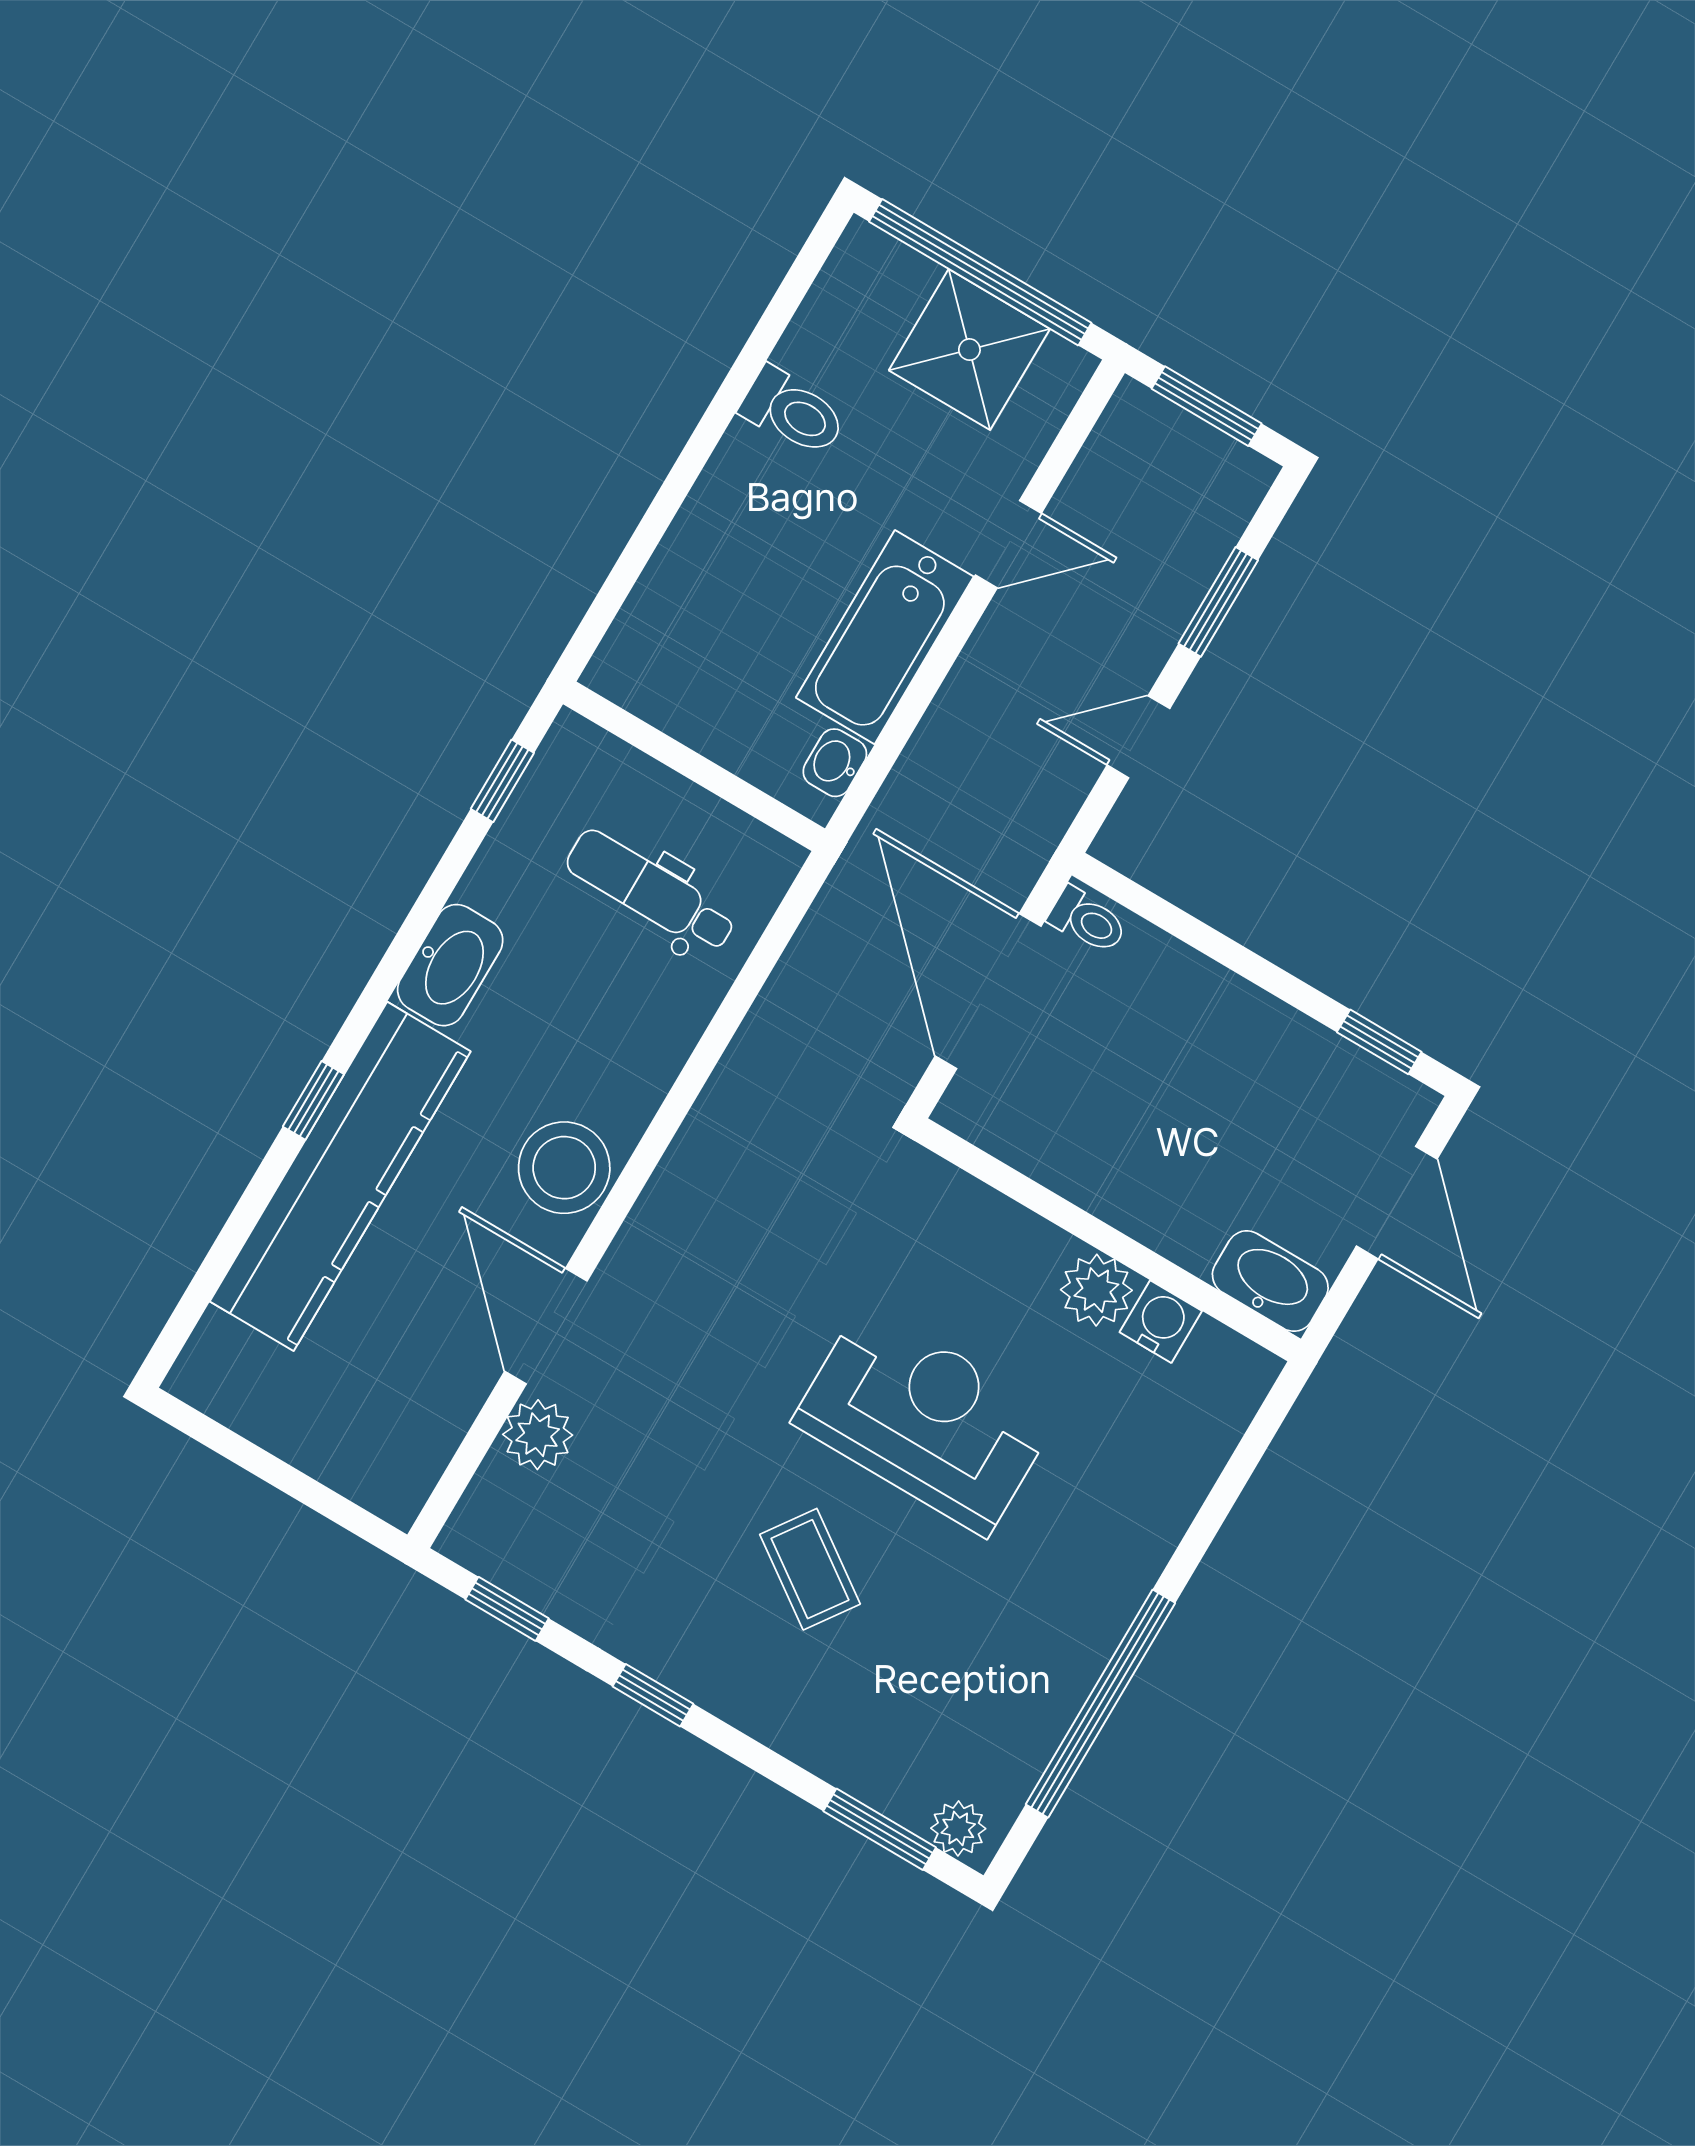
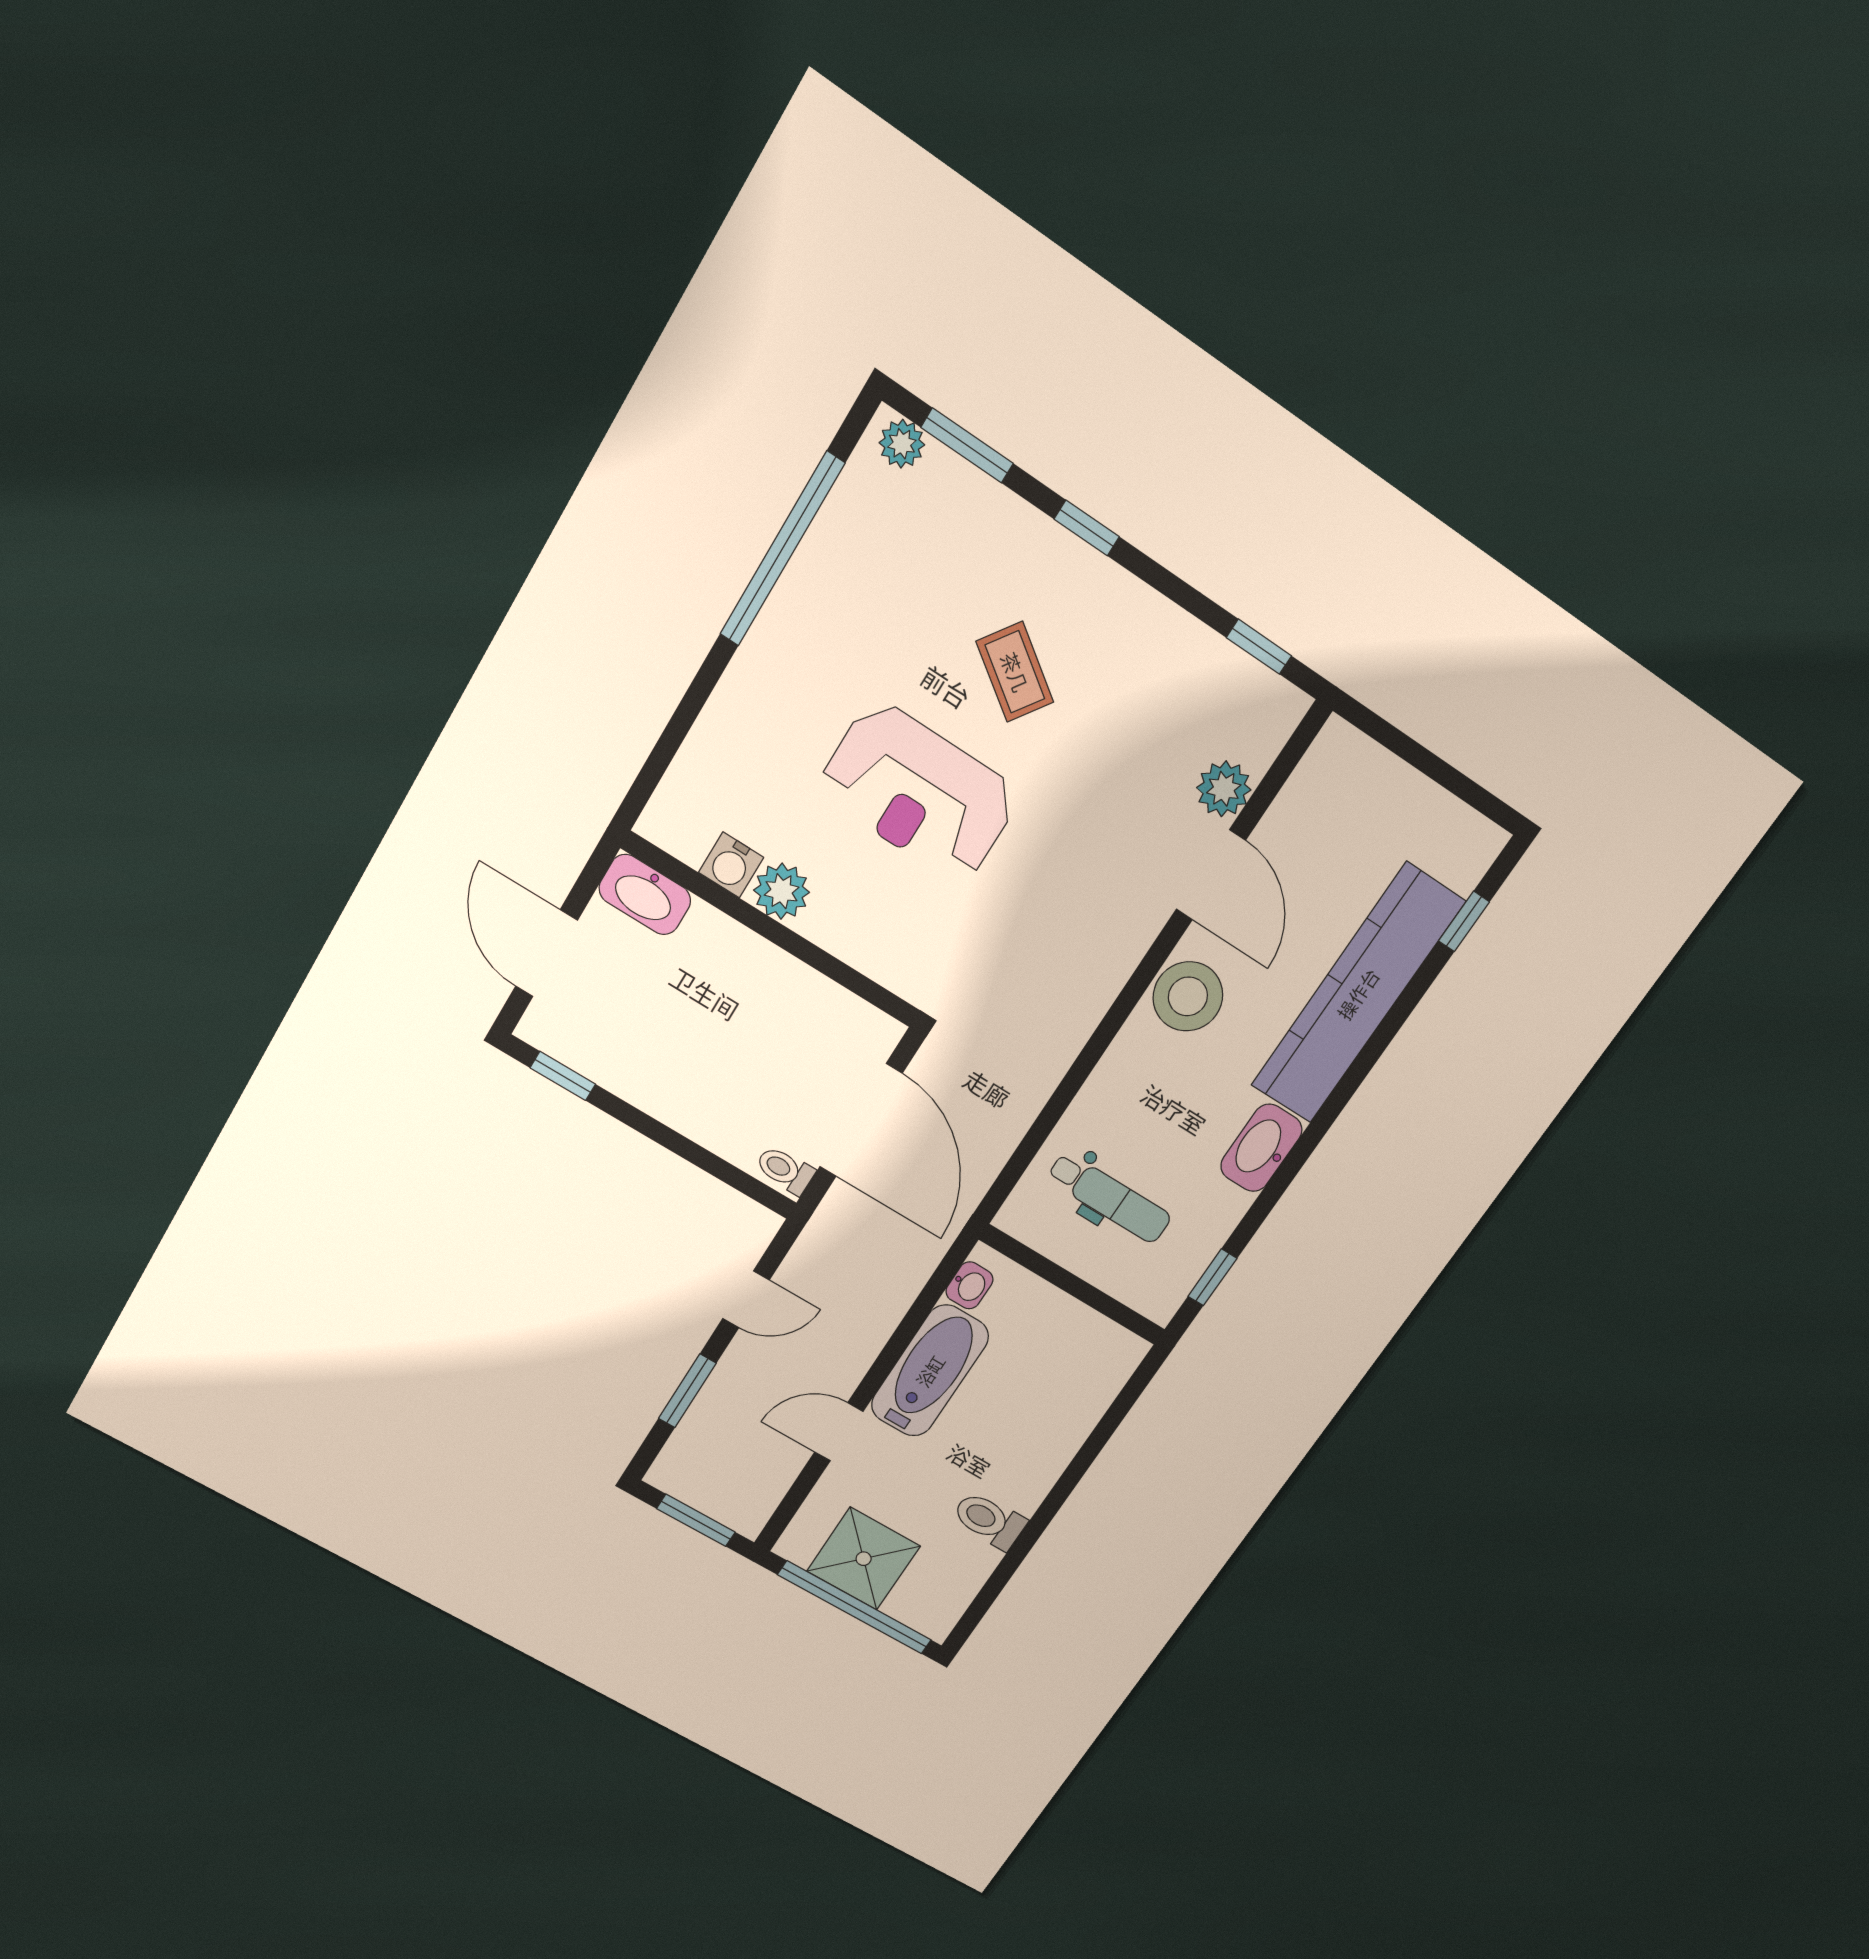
window: (313, 1100) -> (1464, 921), moved
window: (653, 1695) -> (1087, 528), moved

